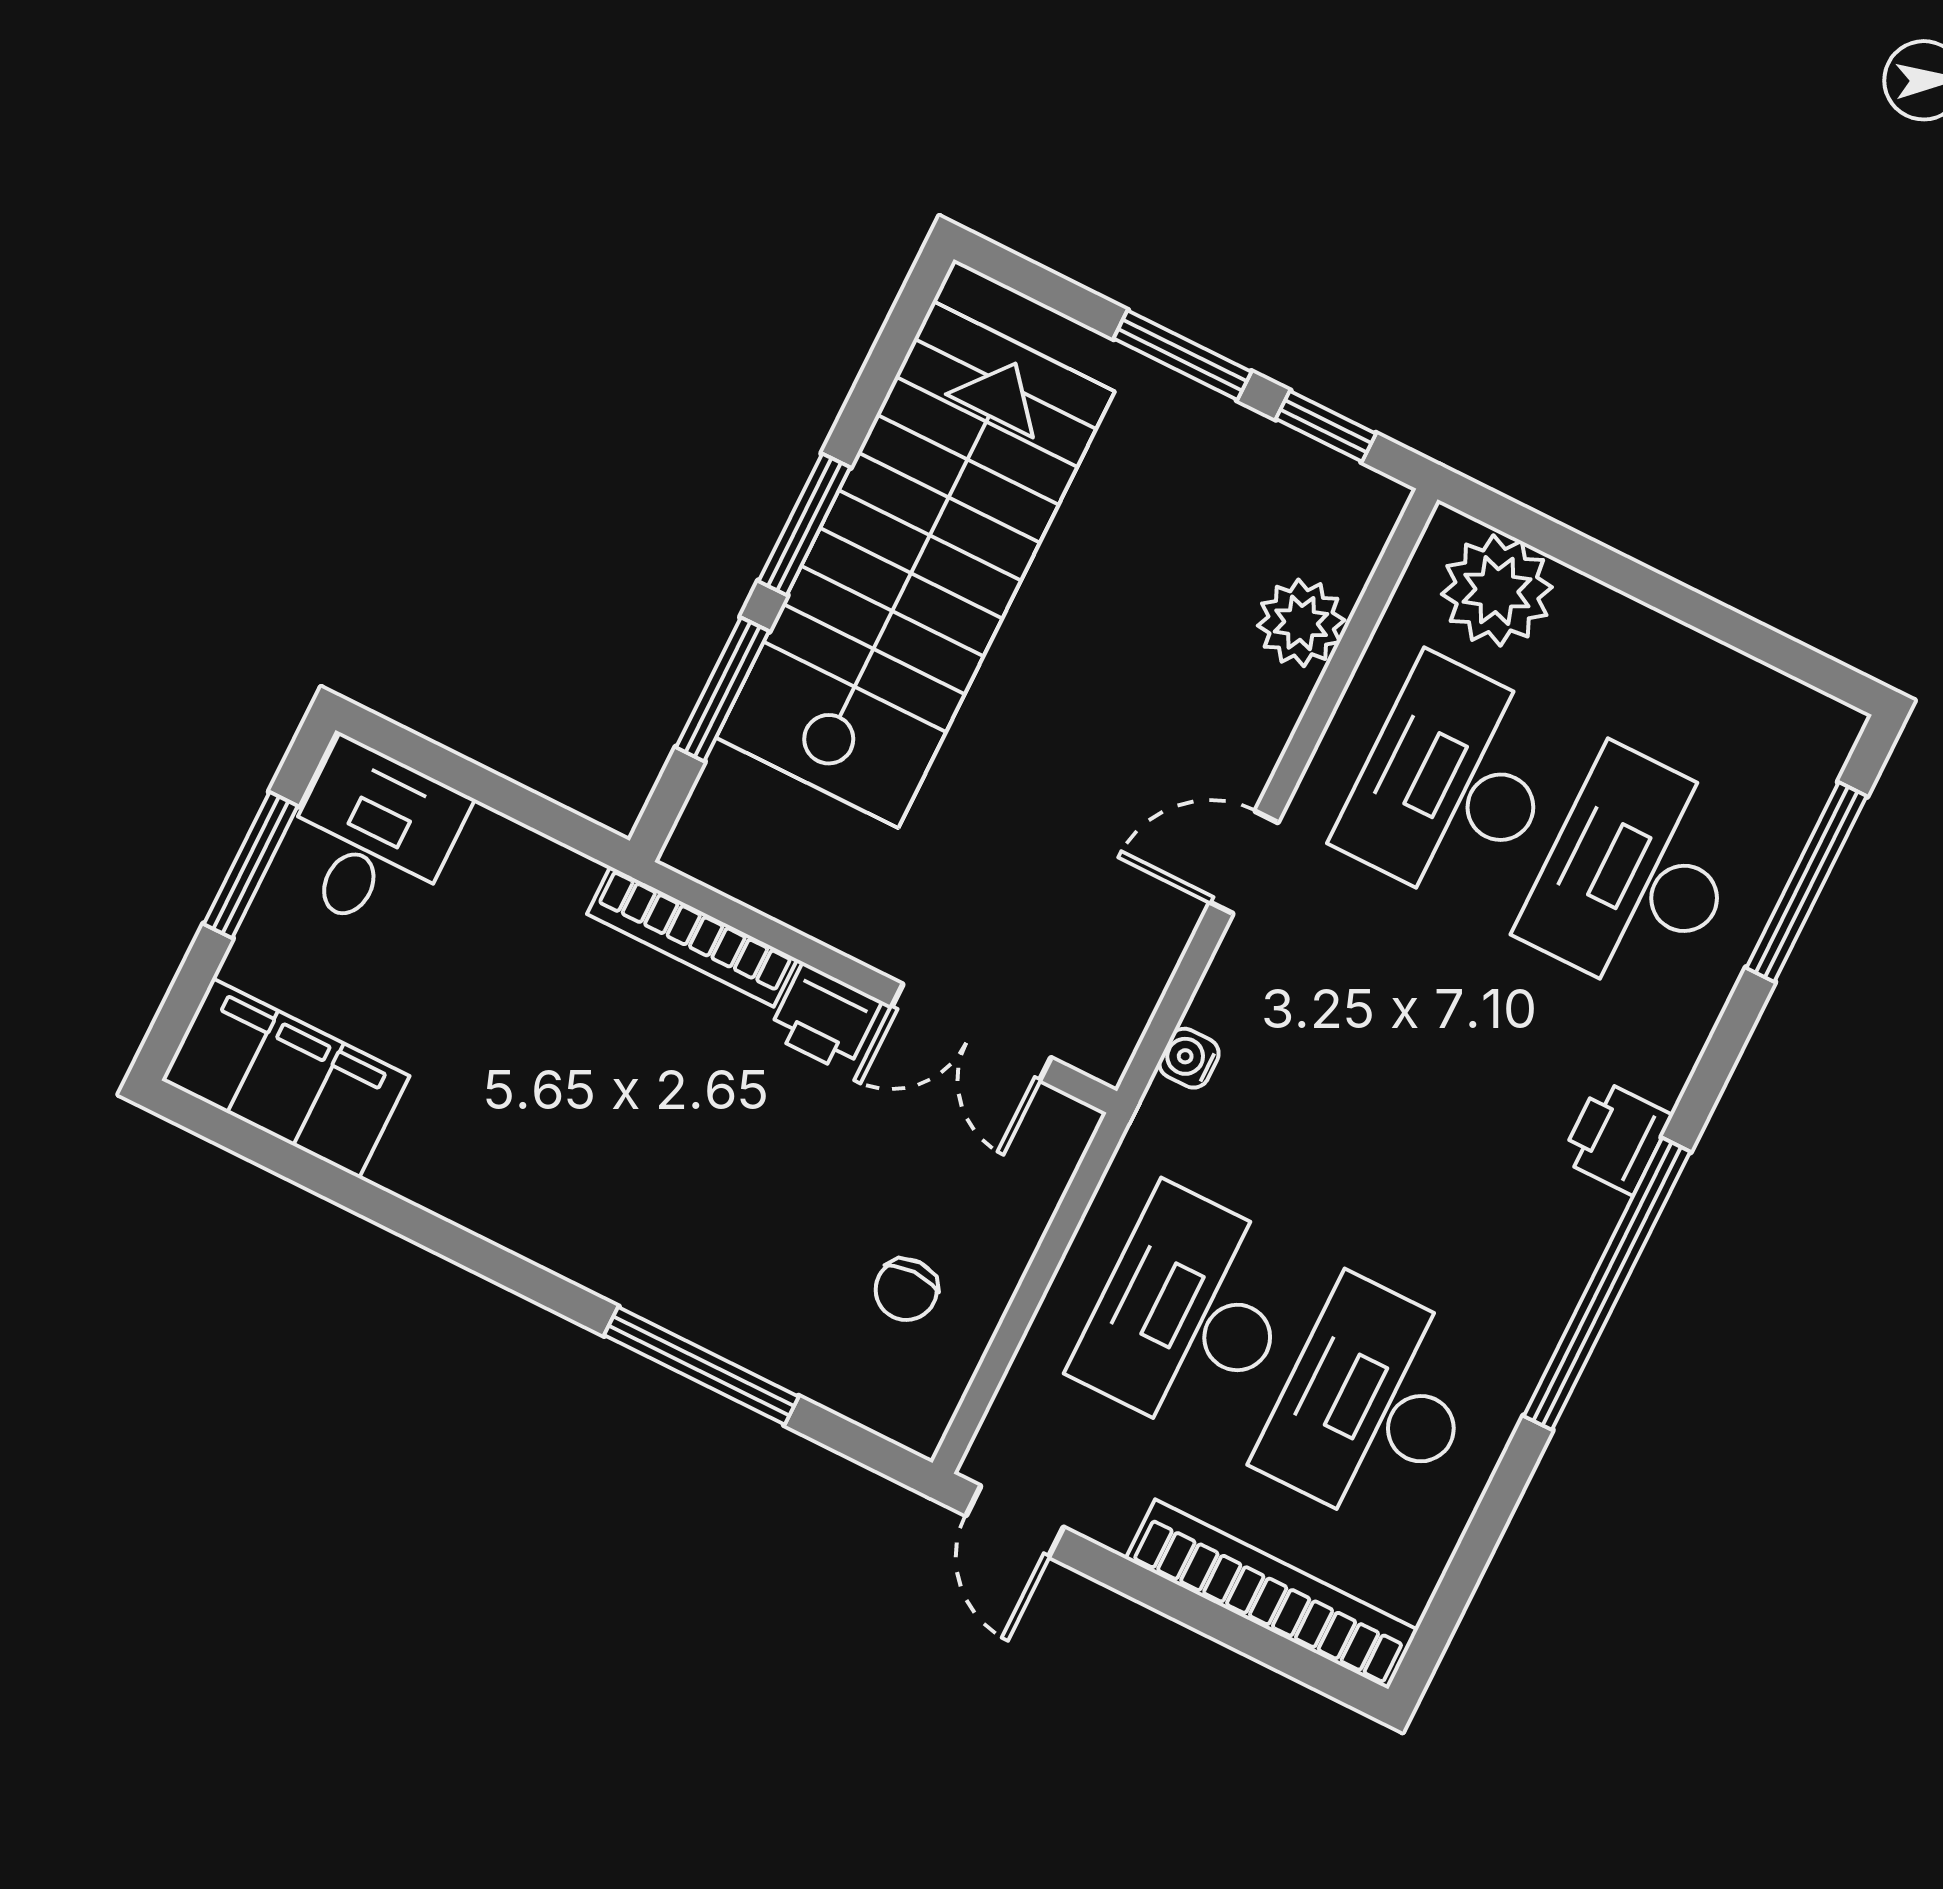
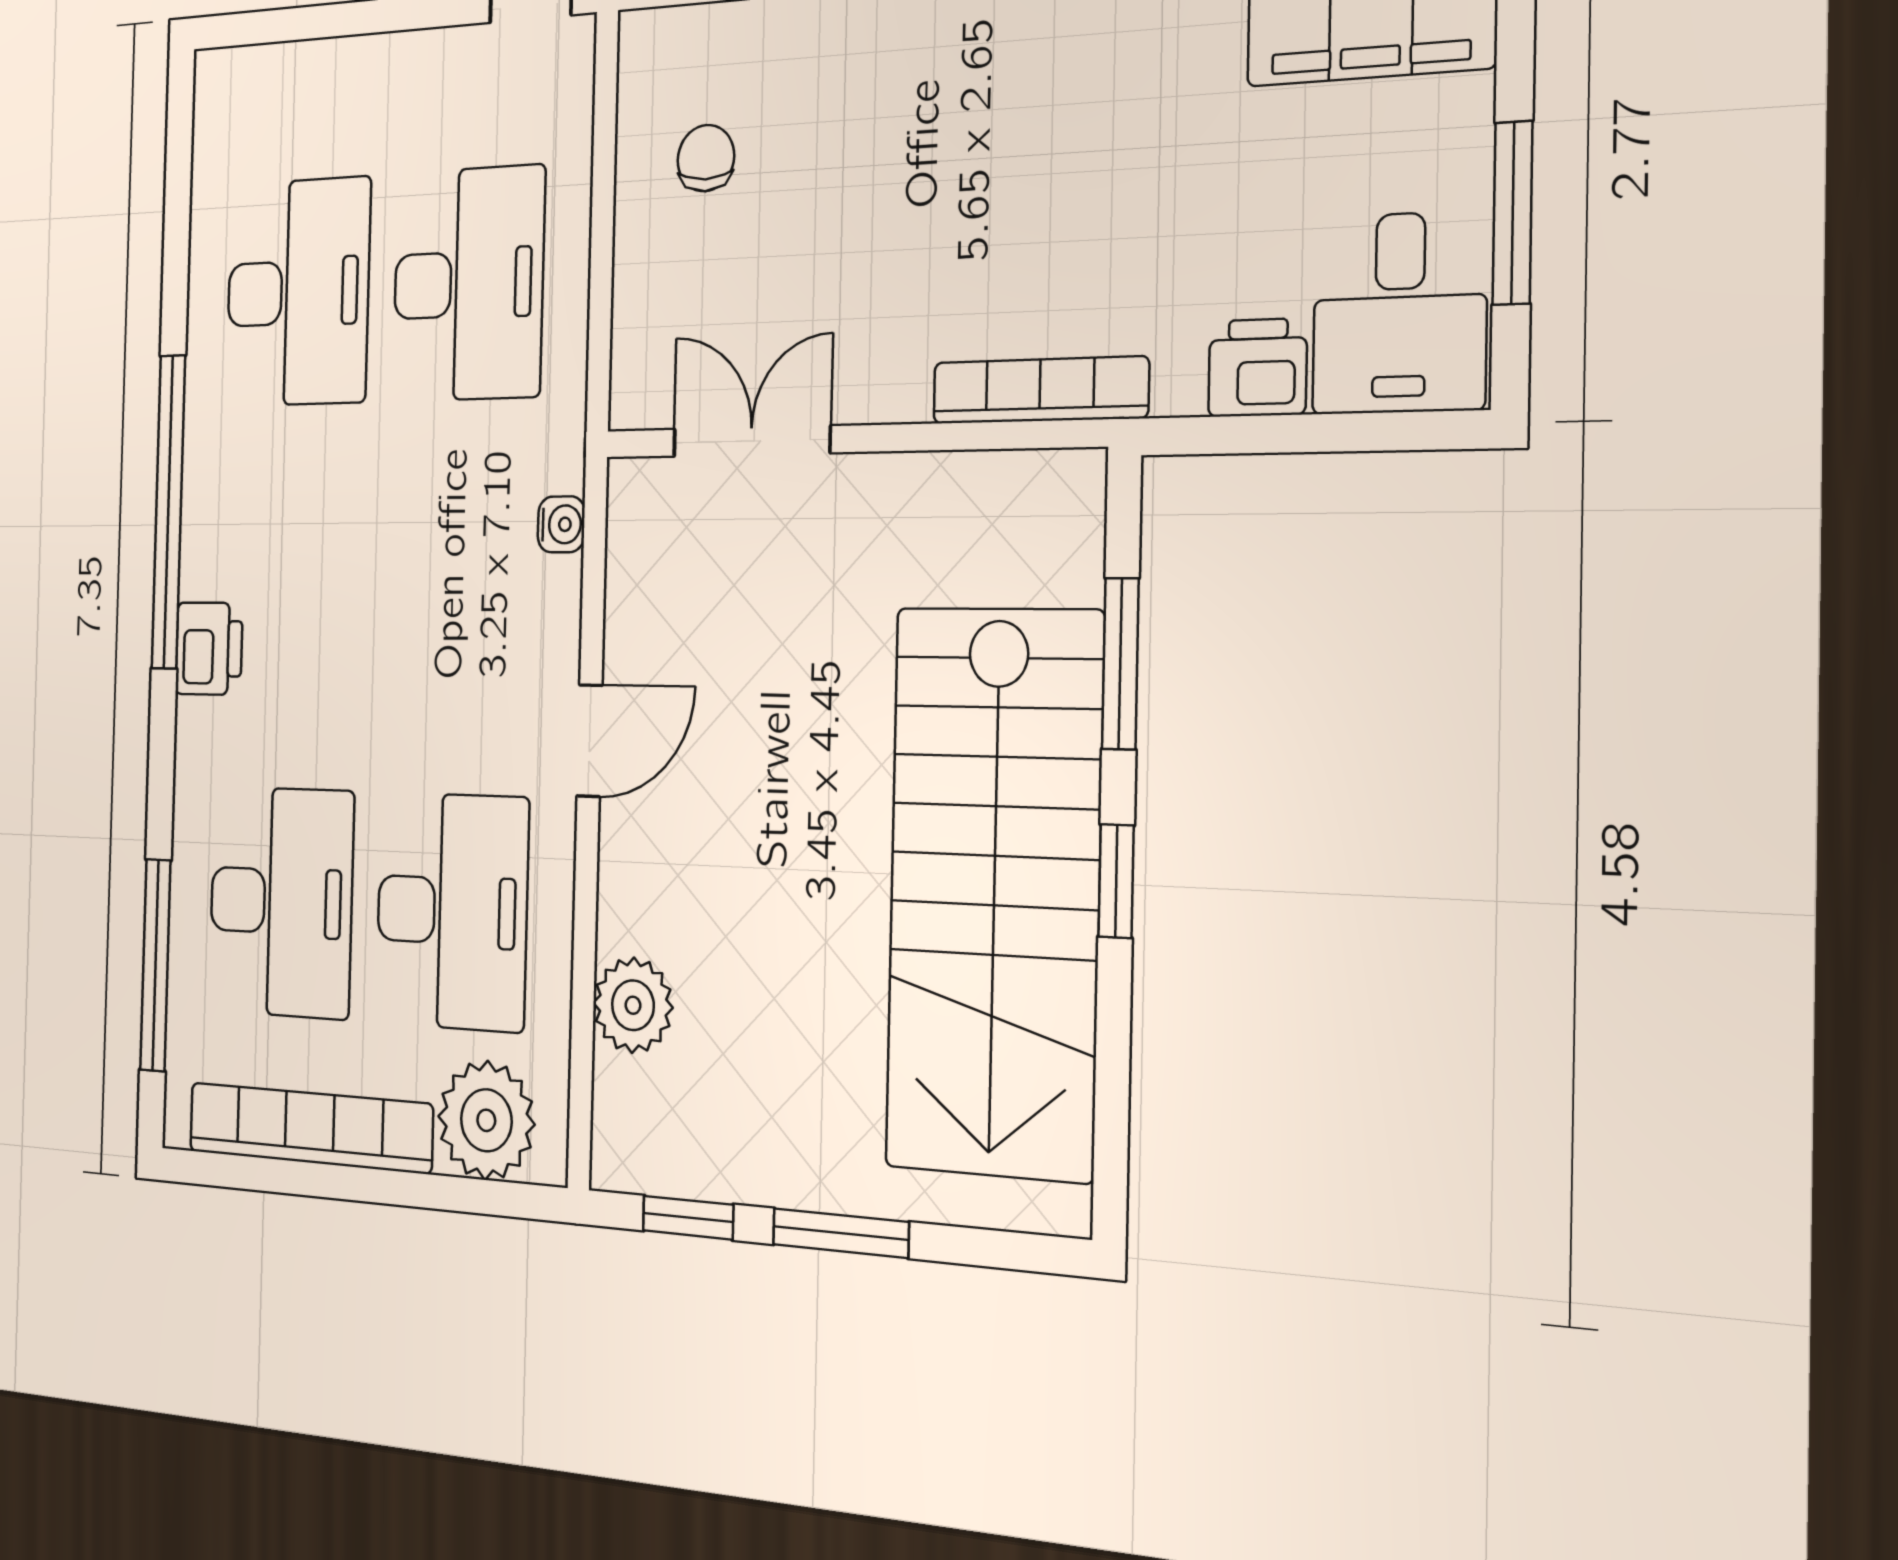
window: (804, 524) -> (1116, 881), width x0.67
printer: (825, 1018) -> (1258, 368), moved
bookcase: (1272, 1594) -> (310, 1128), moved, turned 180

